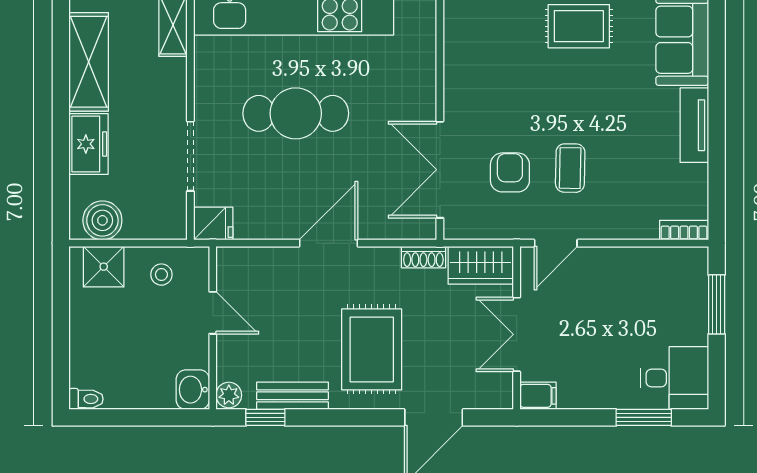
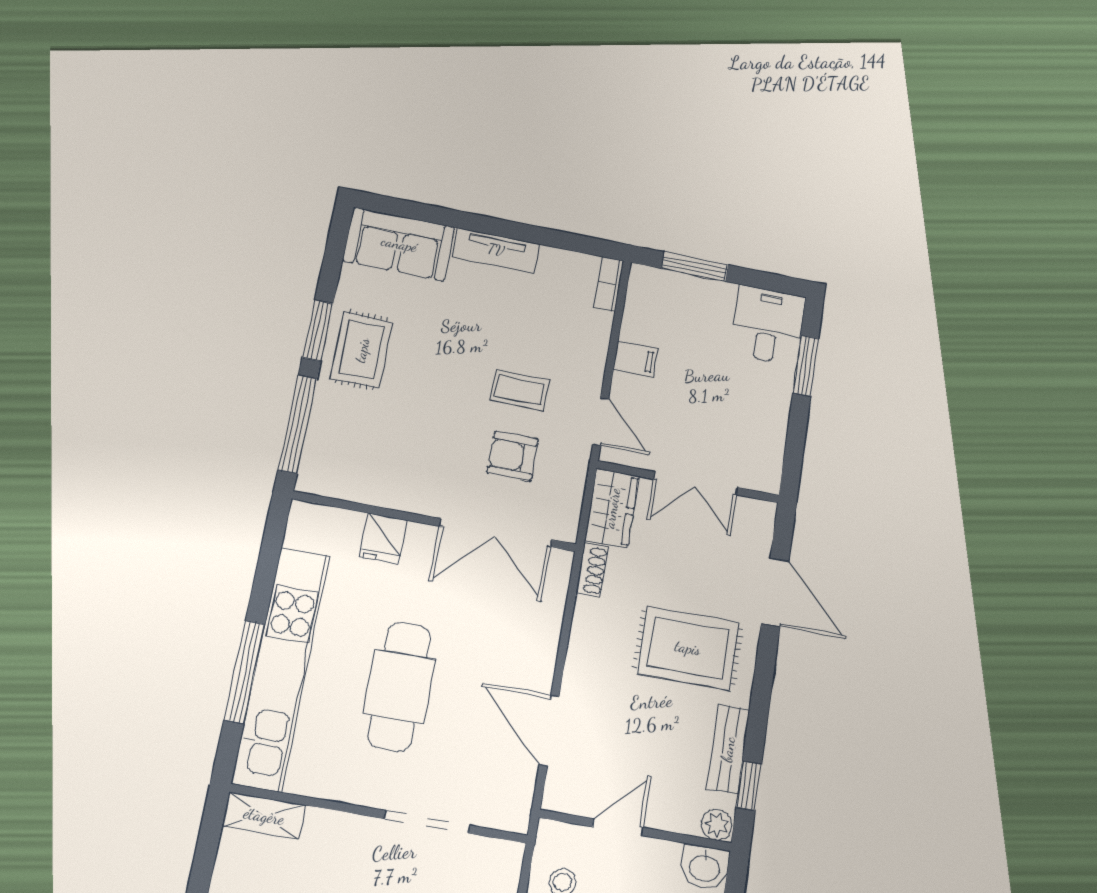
fridge: (213, 223) -> (383, 539), moved, turned 180
door: (328, 243) -> (549, 730), moved
filing cabinet: (538, 396) -> (635, 359), moved, turned 90

